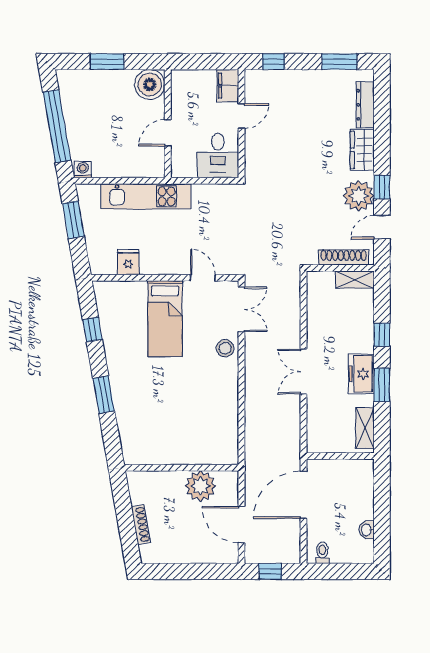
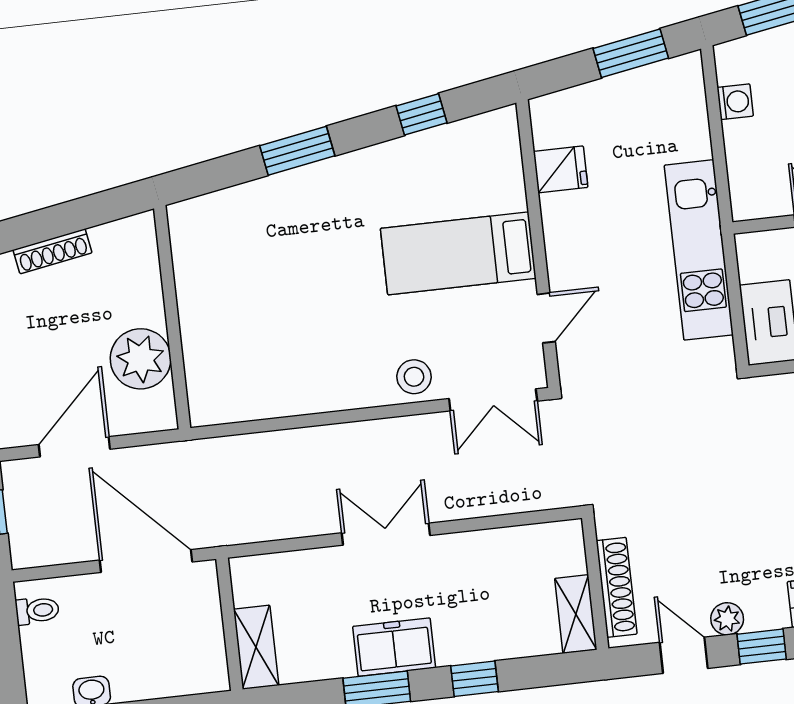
washing machine: (83, 170) -> (735, 102), moved
kitchen unit: (146, 196) -> (699, 250), moved
plant: (359, 196) -> (727, 619), width x0.53, depth x0.53
shelving: (365, 428) -> (256, 647), moved, turned 90

